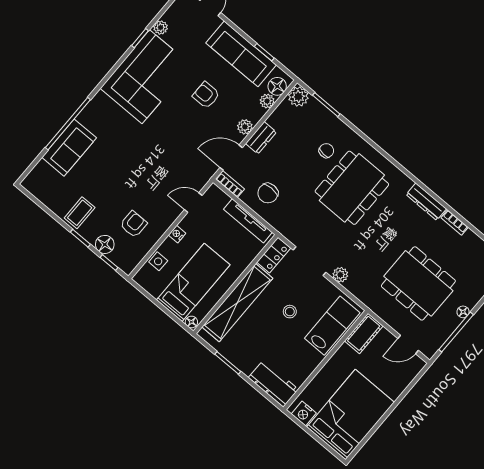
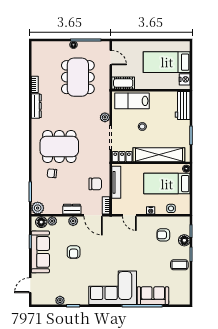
corner sofa: (146, 77) -> (113, 288), moved
bed: (350, 415) -> (167, 62), width x0.67

